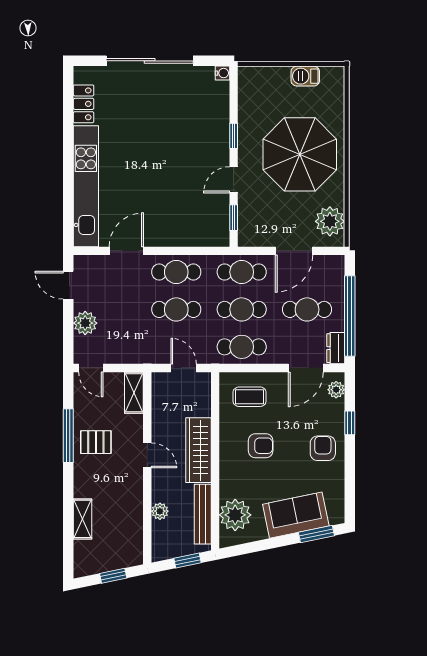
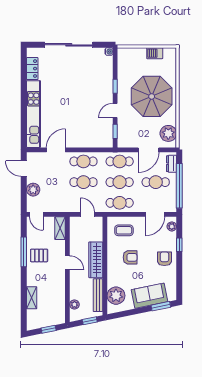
dresser: (336, 348) -> (172, 164), moved
plant: (160, 511) -> (74, 305), moved

